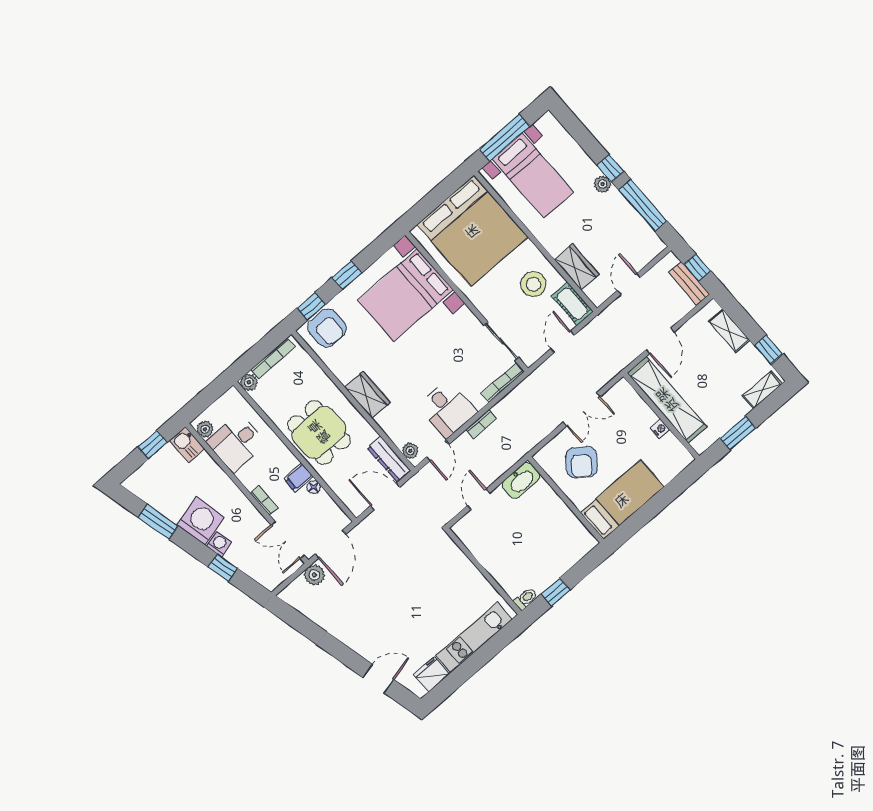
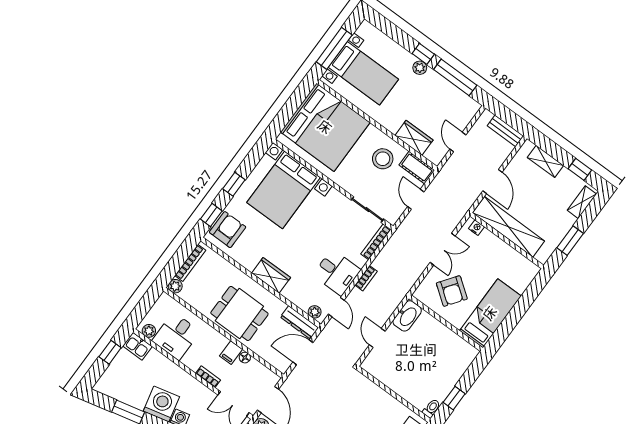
window: (697, 268) -> (509, 117), removed
armchair: (327, 328) -> (228, 230), turned -90
nightstand: (660, 429) -> (477, 228), moved

